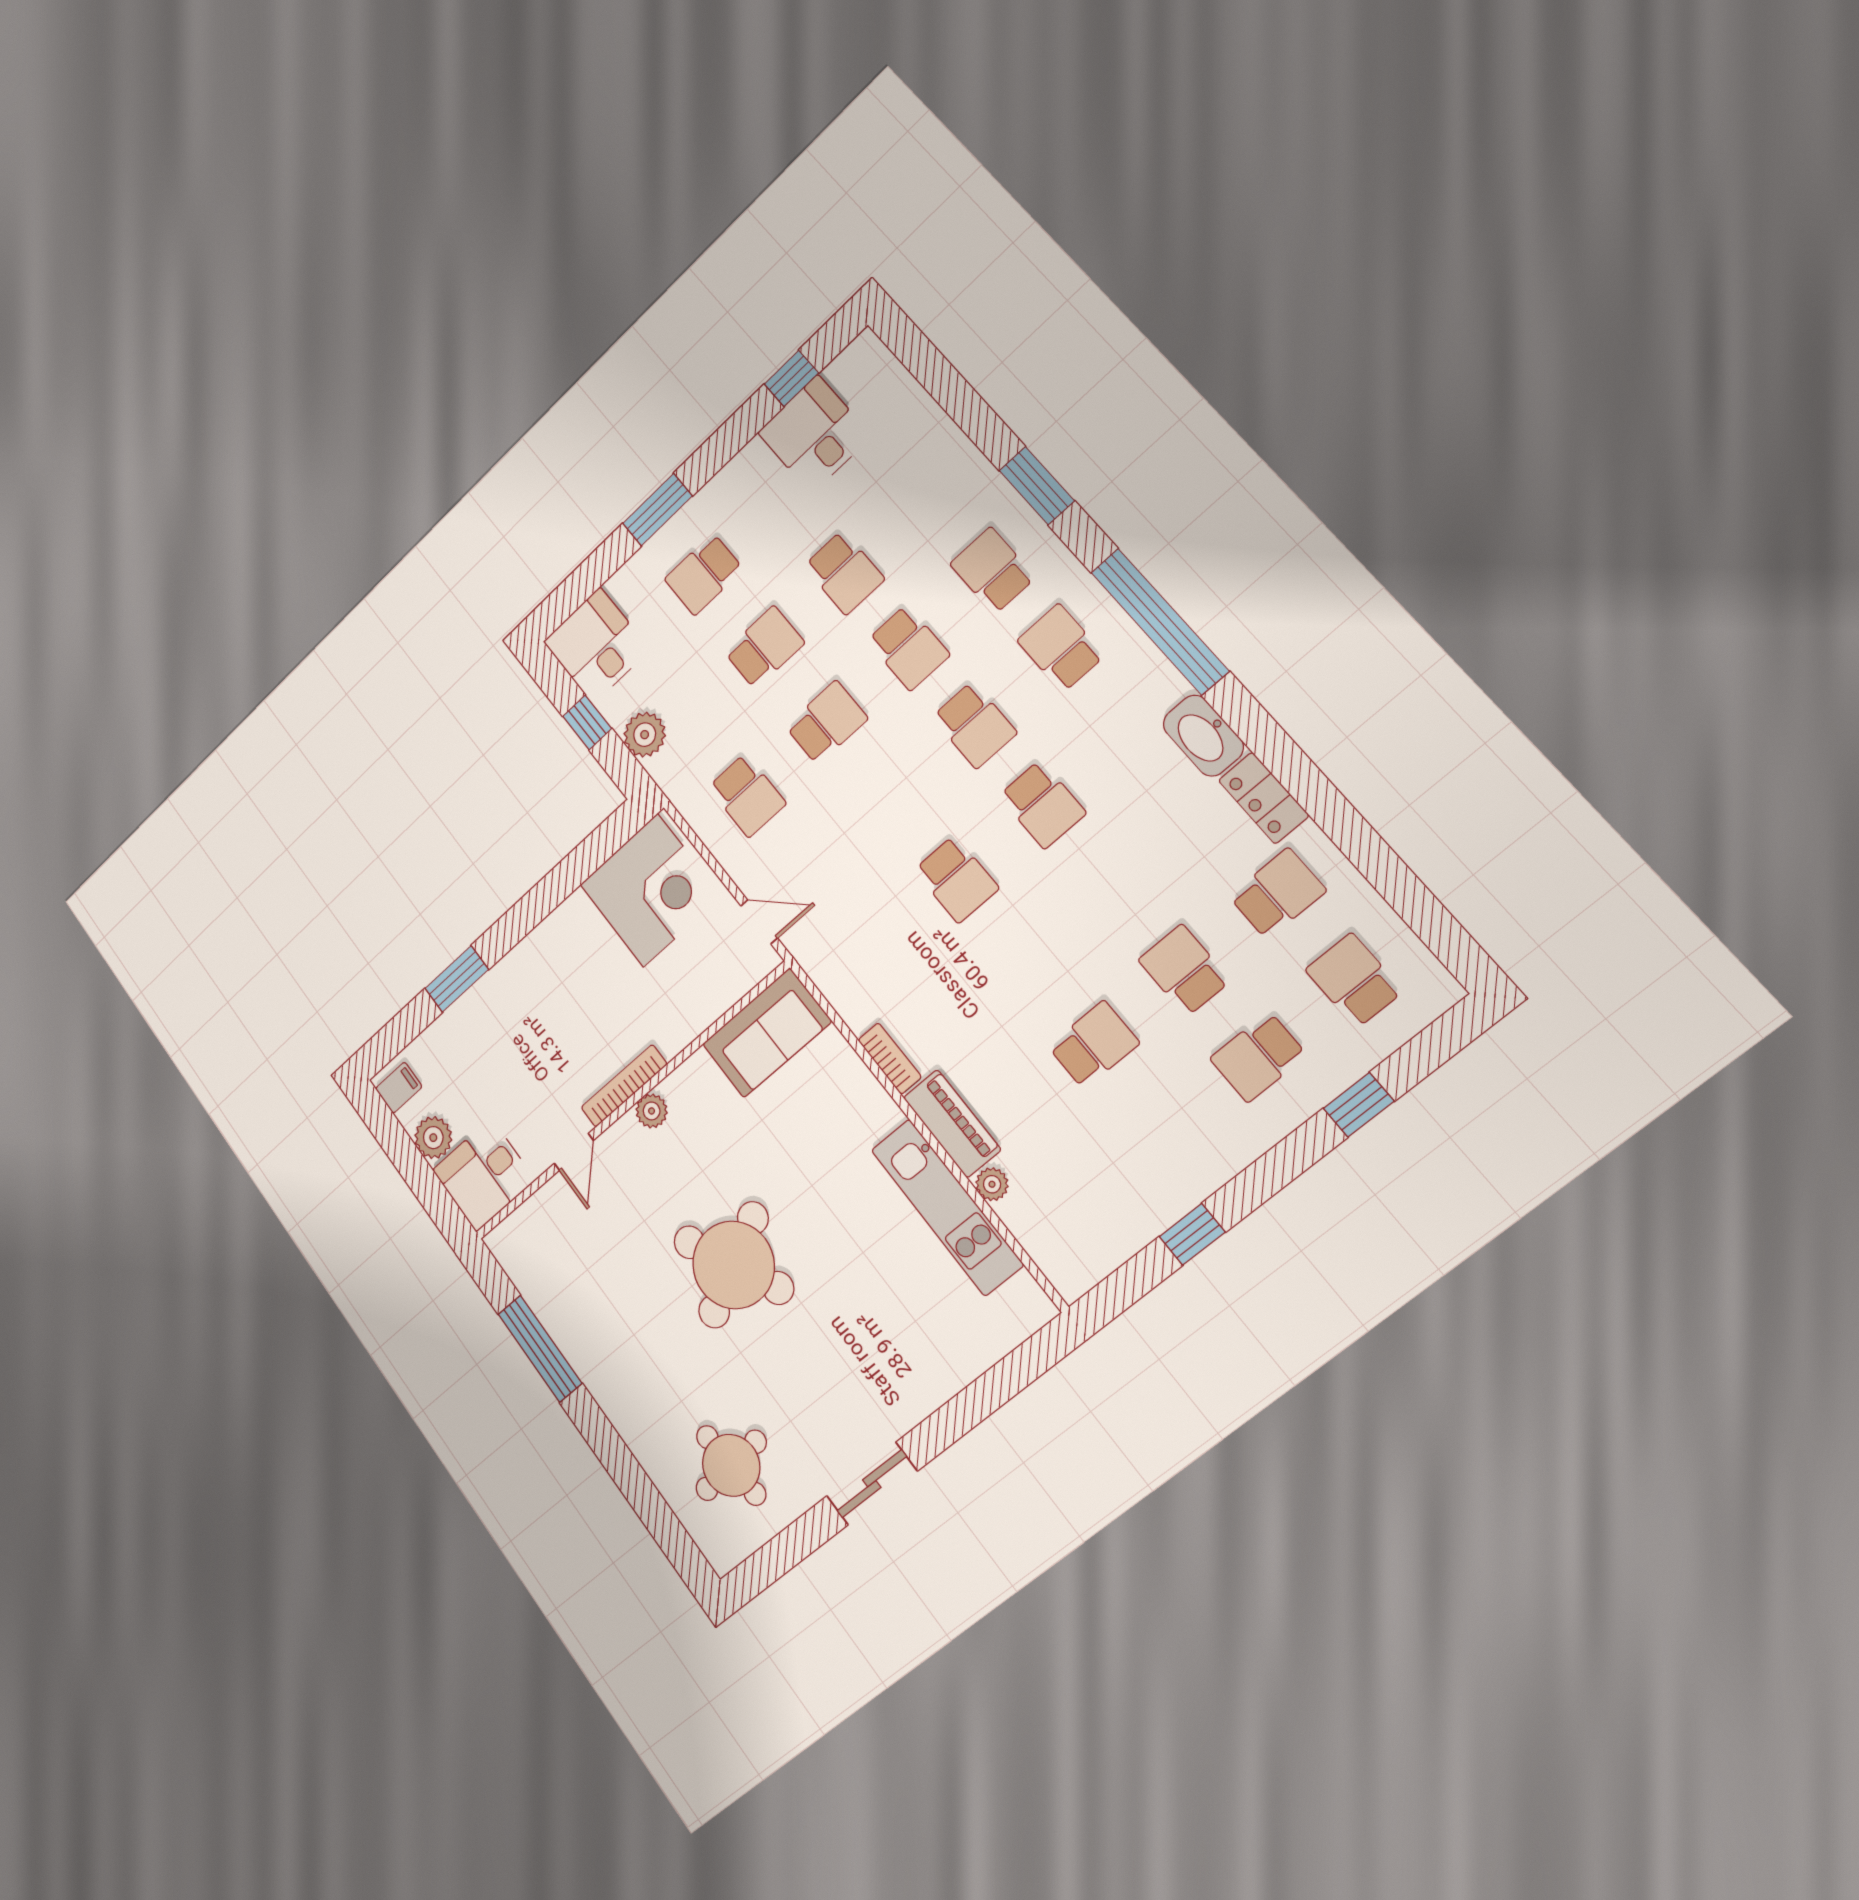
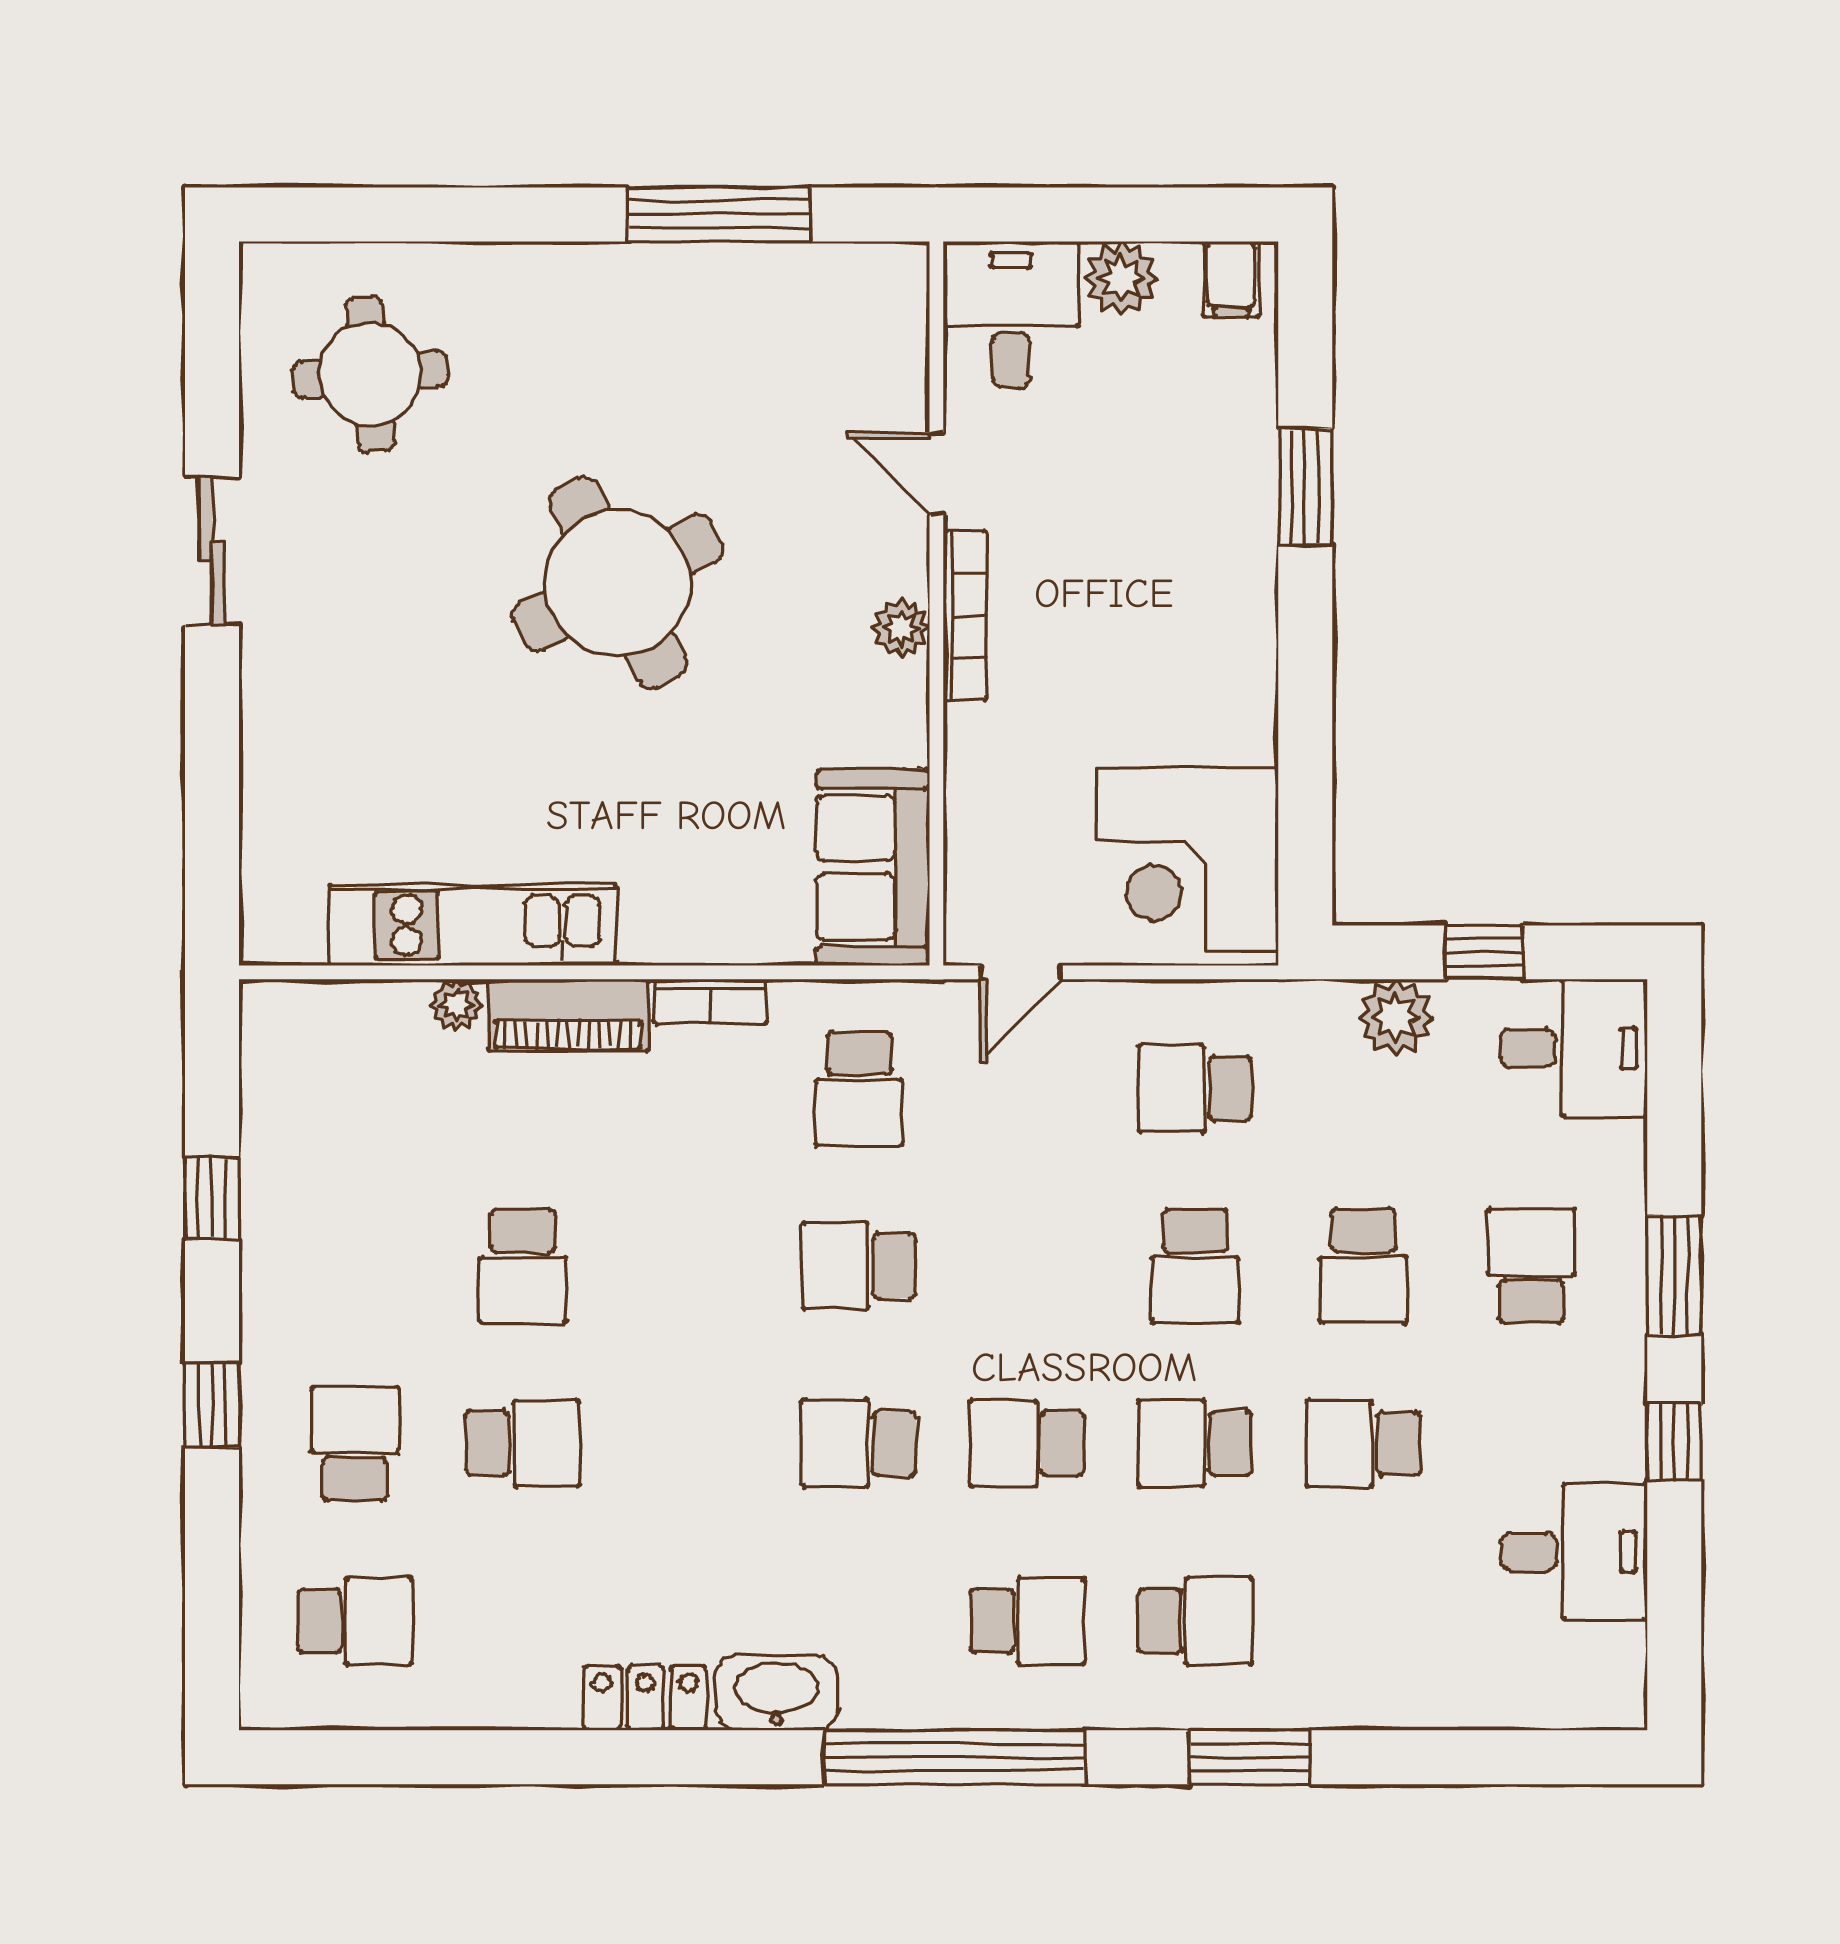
window: (791, 378) -> (1674, 1442), moved
school desk: (1277, 894) -> (859, 1089), moved
window: (1359, 1105) -> (212, 1405), moved

